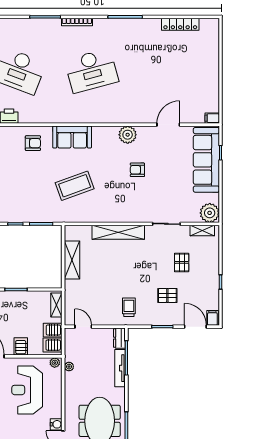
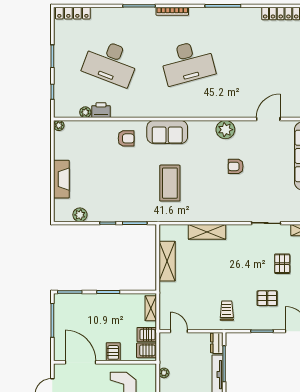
coffee table: (75, 186) -> (170, 183), turned -70
shelving: (118, 232) -> (207, 232), width x0.68
plant: (55, 363) -> (149, 369), removed

